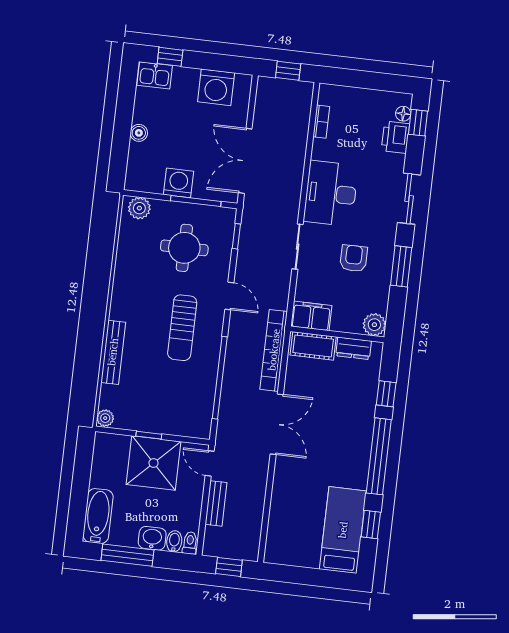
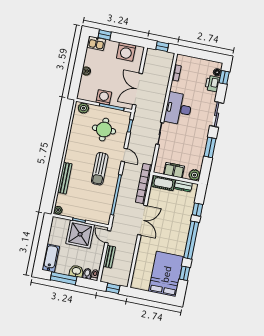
armchair: (354, 258) -> (187, 142), removed
filing cabinet: (311, 316) -> (174, 170), moved
bed: (343, 530) -> (166, 274), width x1.50

